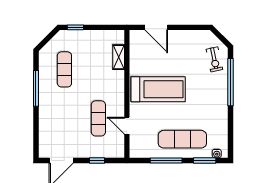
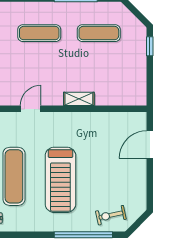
shelving: (119, 57) -> (79, 99), moved
treadmill: (158, 89) -> (60, 180), moved
exercise mat: (98, 118) -> (39, 33), moved

